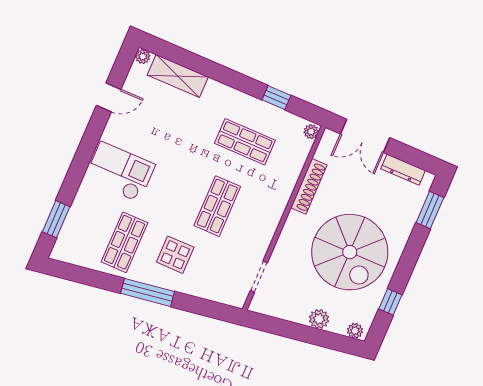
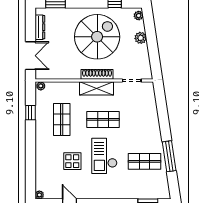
shelving: (178, 76) -> (96, 88), moved, turned 90
checkout: (120, 172) -> (104, 156), moved
shoe rack: (309, 186) -> (97, 74), moved
display table: (175, 255) -> (72, 161), moved
window: (148, 292) -> (169, 156), moved

